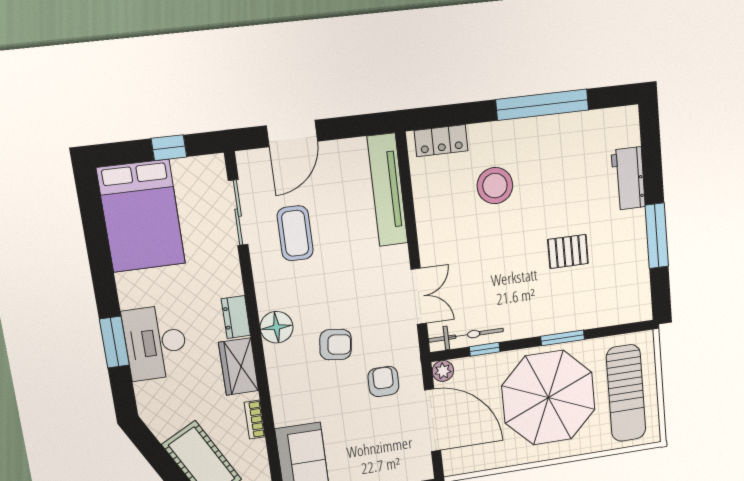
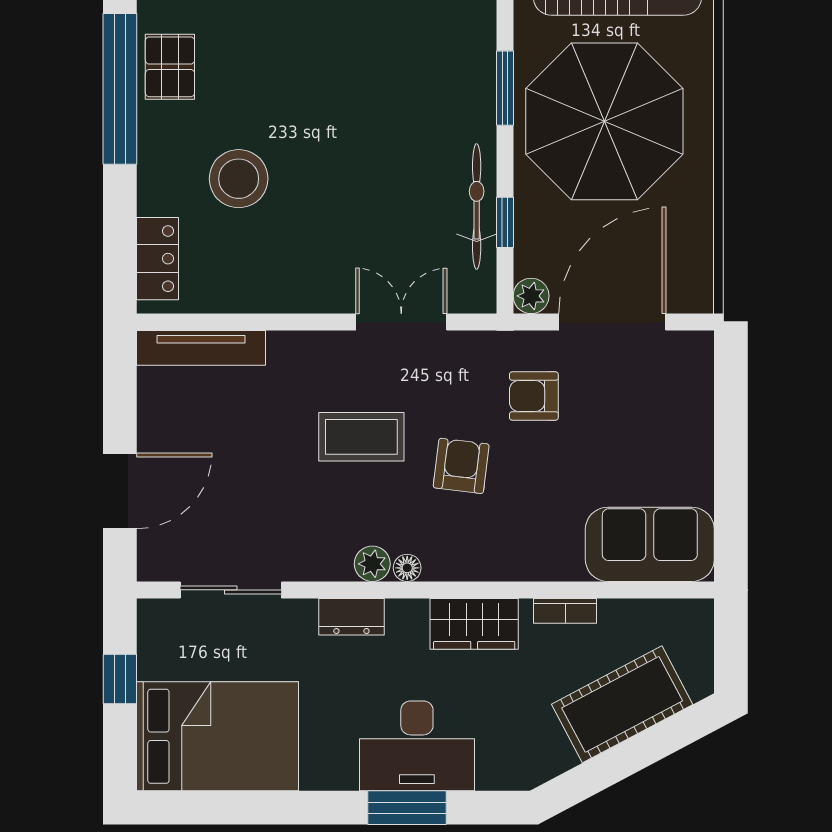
door: (292, 134) -> (120, 491), hinge flipped
tv unit: (387, 190) -> (201, 348), width x0.73, depth x0.78
coffee table: (295, 233) -> (361, 437), moved
pallet: (568, 251) -> (170, 67), moved
plant: (267, 299) -> (372, 564), added
dresser: (236, 317) -> (351, 617), moved
floor lamp: (277, 327) -> (407, 568), width x0.53, depth x0.53
bicycle: (466, 335) -> (477, 206), moved

